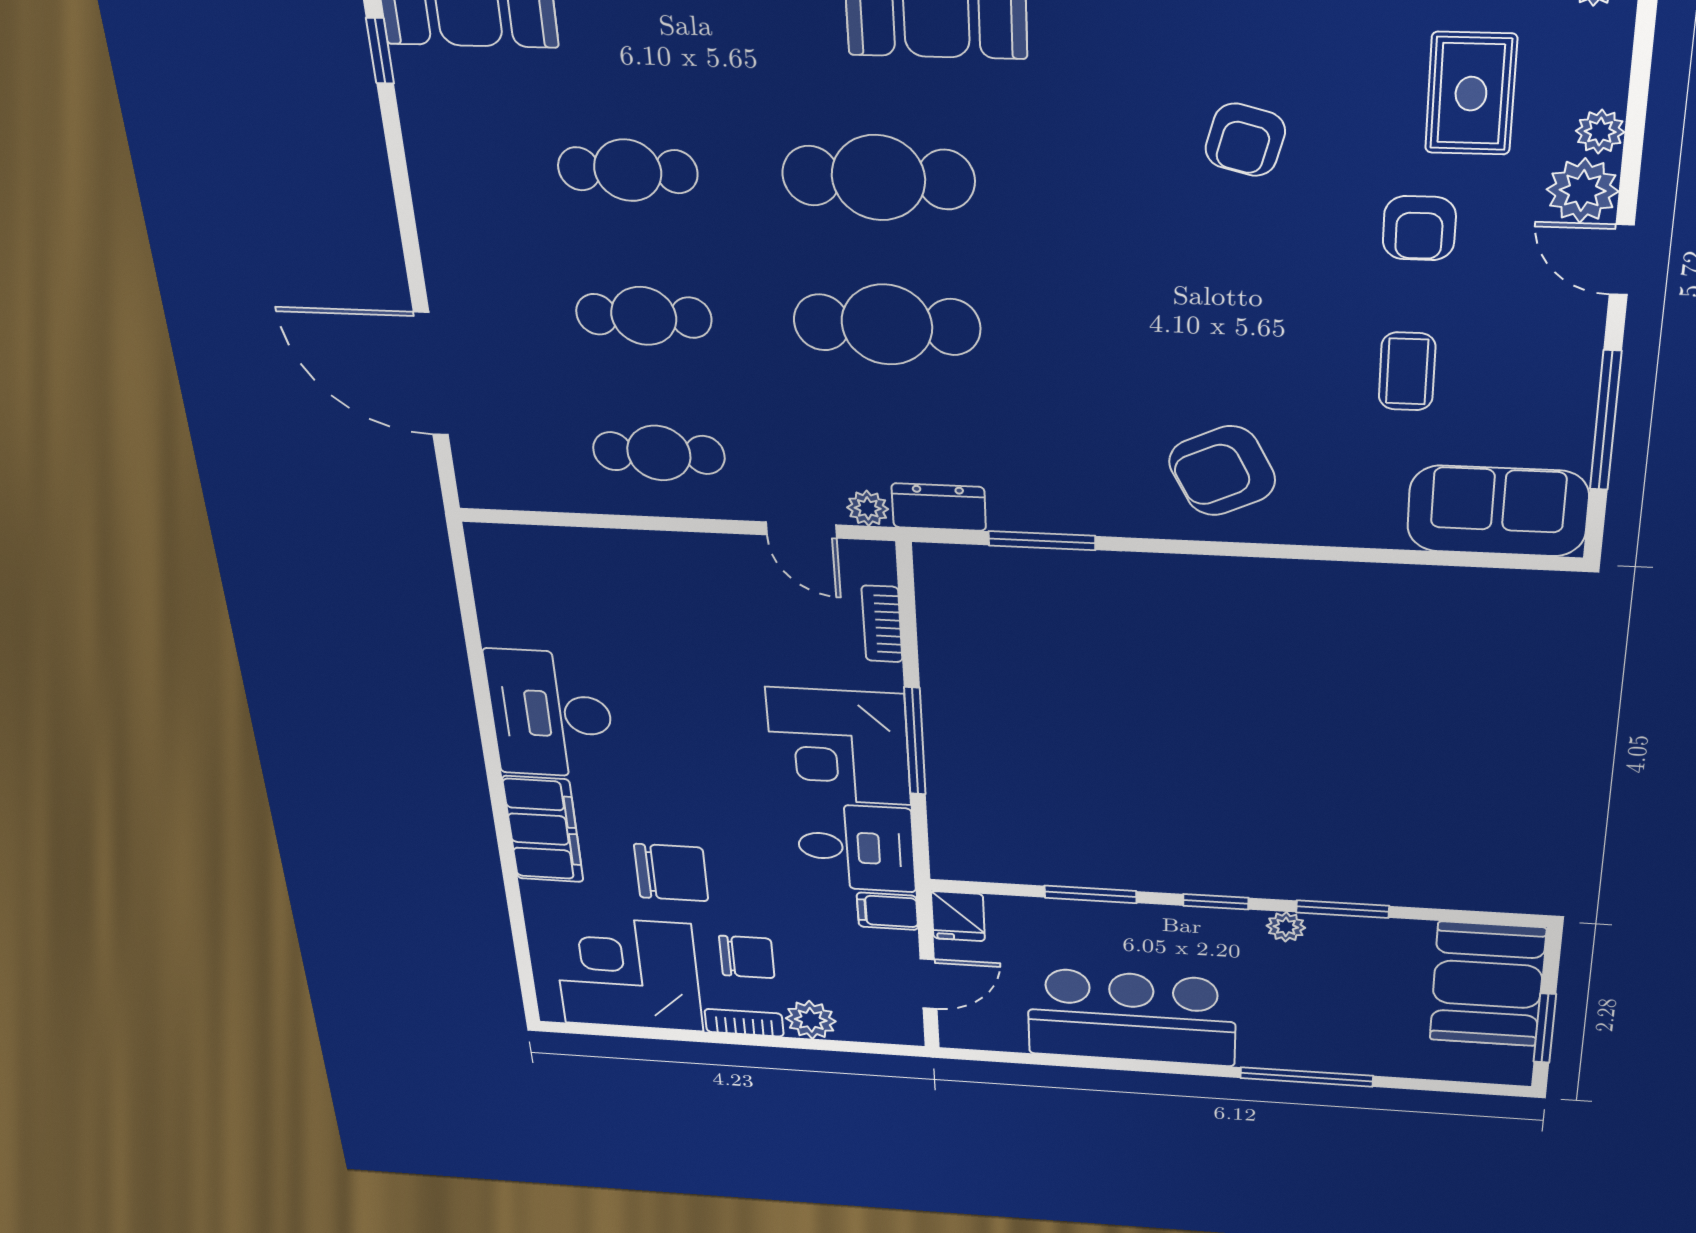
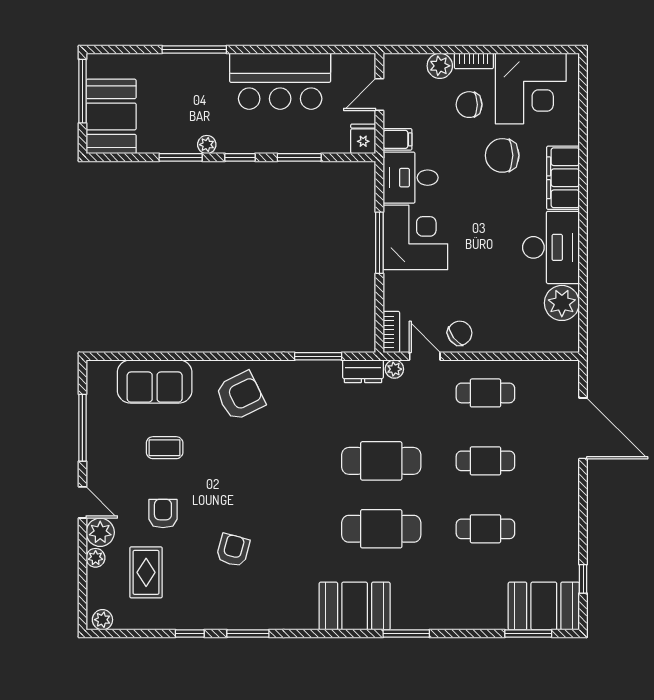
coffee table: (1407, 371) -> (165, 448), turned 90
sofa: (1498, 511) -> (155, 381), moved
chair: (728, 570) -> (460, 333), added
plant: (514, 615) -> (562, 303), added
bookcase: (882, 624) -> (391, 332), moved
window: (1545, 1028) -> (82, 91), width x1.44

